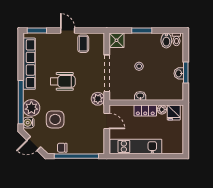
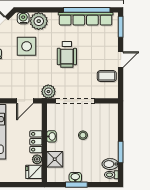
window: (142, 31) -> (121, 152), moved
shower: (116, 40) -> (55, 159), moved
window: (21, 102) -> (87, 10), moved

